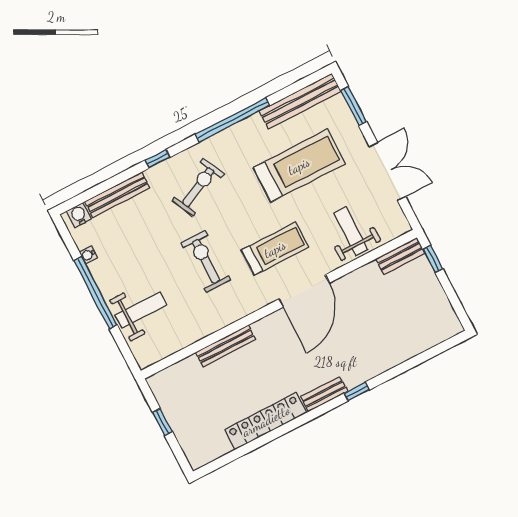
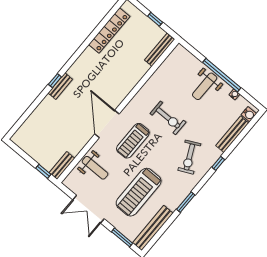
window: (233, 120) -> (186, 202), width x0.47
weight bench: (141, 310) -> (205, 86), moved
bench: (226, 346) -> (160, 50), moved
bench: (324, 394) -> (60, 86), moved
locker: (266, 421) -> (109, 30), moved

